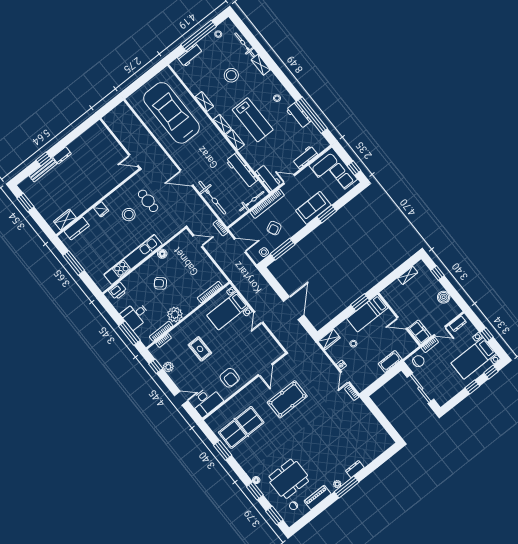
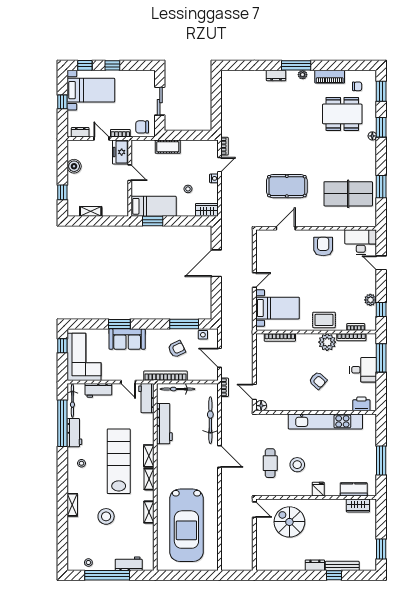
bicycle: (245, 45) -> (72, 400), moved
lab bench: (253, 120) -> (119, 461), width x1.36
spiral stairs: (103, 171) -> (289, 522), added
floor lamp: (162, 254) -> (261, 406), moved
rug: (200, 349) -> (324, 320), moved, turned 90
sliding door: (420, 388) -> (160, 101), width x0.73

